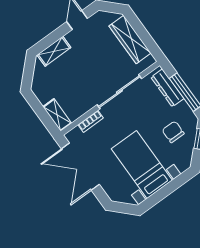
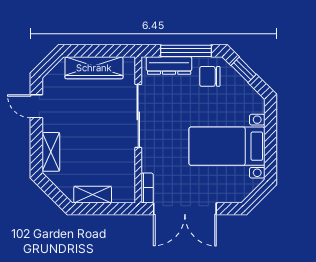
shelving: (57, 115) -> (93, 195), moved
bookcase: (91, 121) -> (147, 188), moved
chair: (173, 132) -> (210, 76), moved

